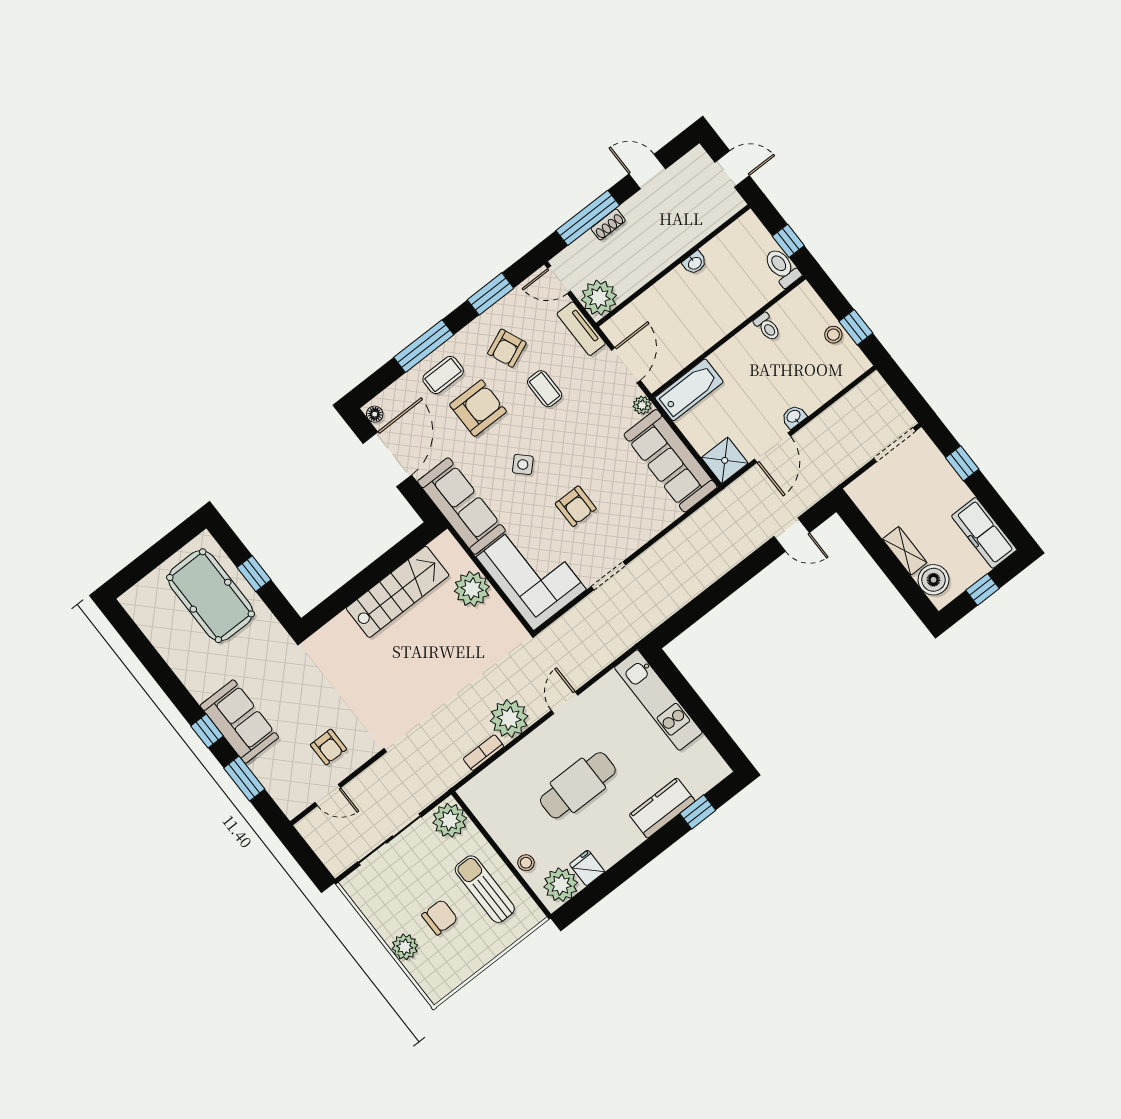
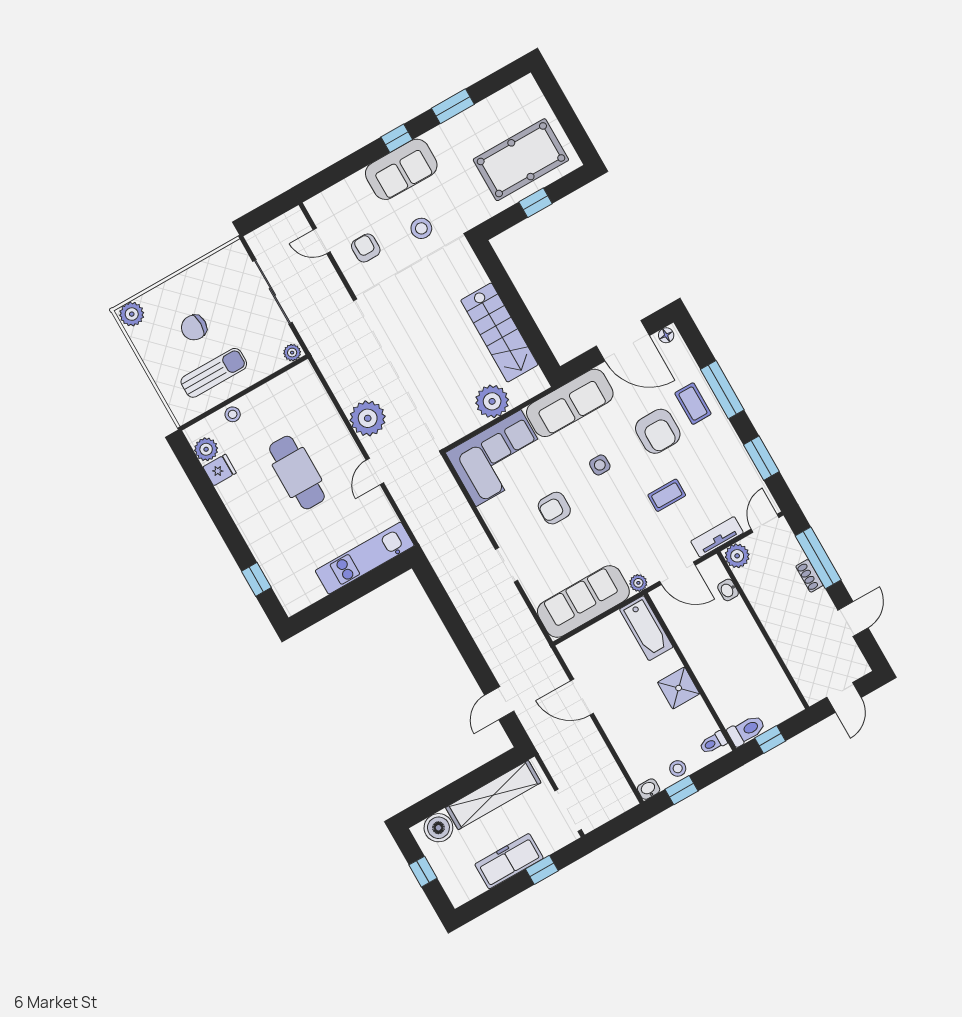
washbasin: (695, 263) -> (728, 590), moved
plant: (599, 298) -> (737, 556), width x0.73, depth x0.73
toilet: (767, 327) -> (713, 743), moved
armchair: (507, 348) -> (709, 466), removed
washbasin: (794, 417) -> (649, 789), moved, turned -90
shower: (725, 460) -> (679, 688), moved
side table: (523, 465) -> (600, 465), turned 45
freezer: (984, 533) -> (509, 861), moved
shelving: (905, 551) -> (493, 795), width x2.20, depth x1.33
doorway: (608, 576) -> (506, 565), moved
stool: (299, 691) -> (421, 228), added
door: (565, 703) -> (375, 471), swing flipped
armchair: (328, 747) -> (366, 248), turned 90
bookcase: (484, 753) -> (340, 390), removed
window: (244, 779) -> (453, 106), moved
door: (328, 795) -> (322, 241), hinge flipped
kitchen counter: (662, 808) -> (265, 547), removed
plant: (450, 820) -> (292, 353), width x0.53, depth x0.53
plant: (561, 885) -> (206, 449), width x0.73, depth x0.73
chair: (440, 917) -> (194, 328), turned 90
plant: (405, 947) -> (132, 314), moved

